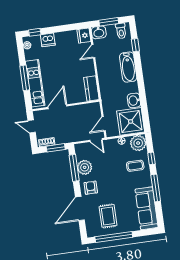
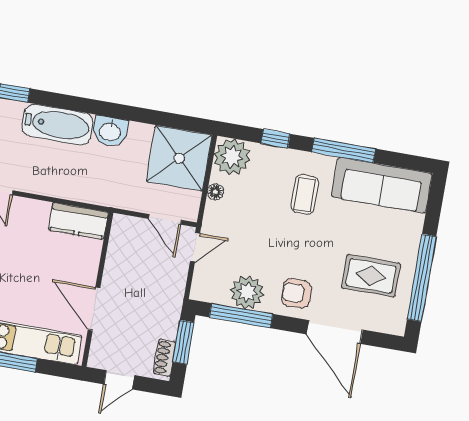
washbasin: (134, 100) -> (110, 131), moved
coffee table: (135, 166) -> (305, 194), moved

